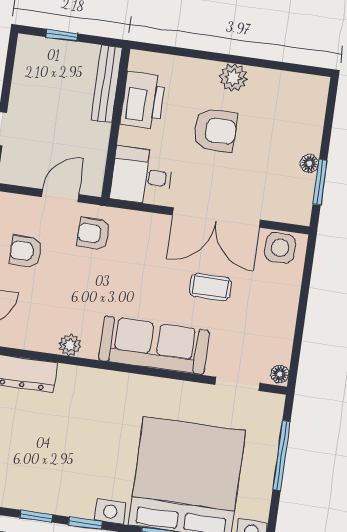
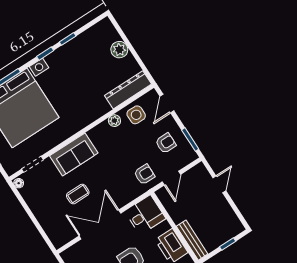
side table: (280, 248) -> (136, 115), moved
sofa: (154, 345) -> (74, 154), width x0.73

